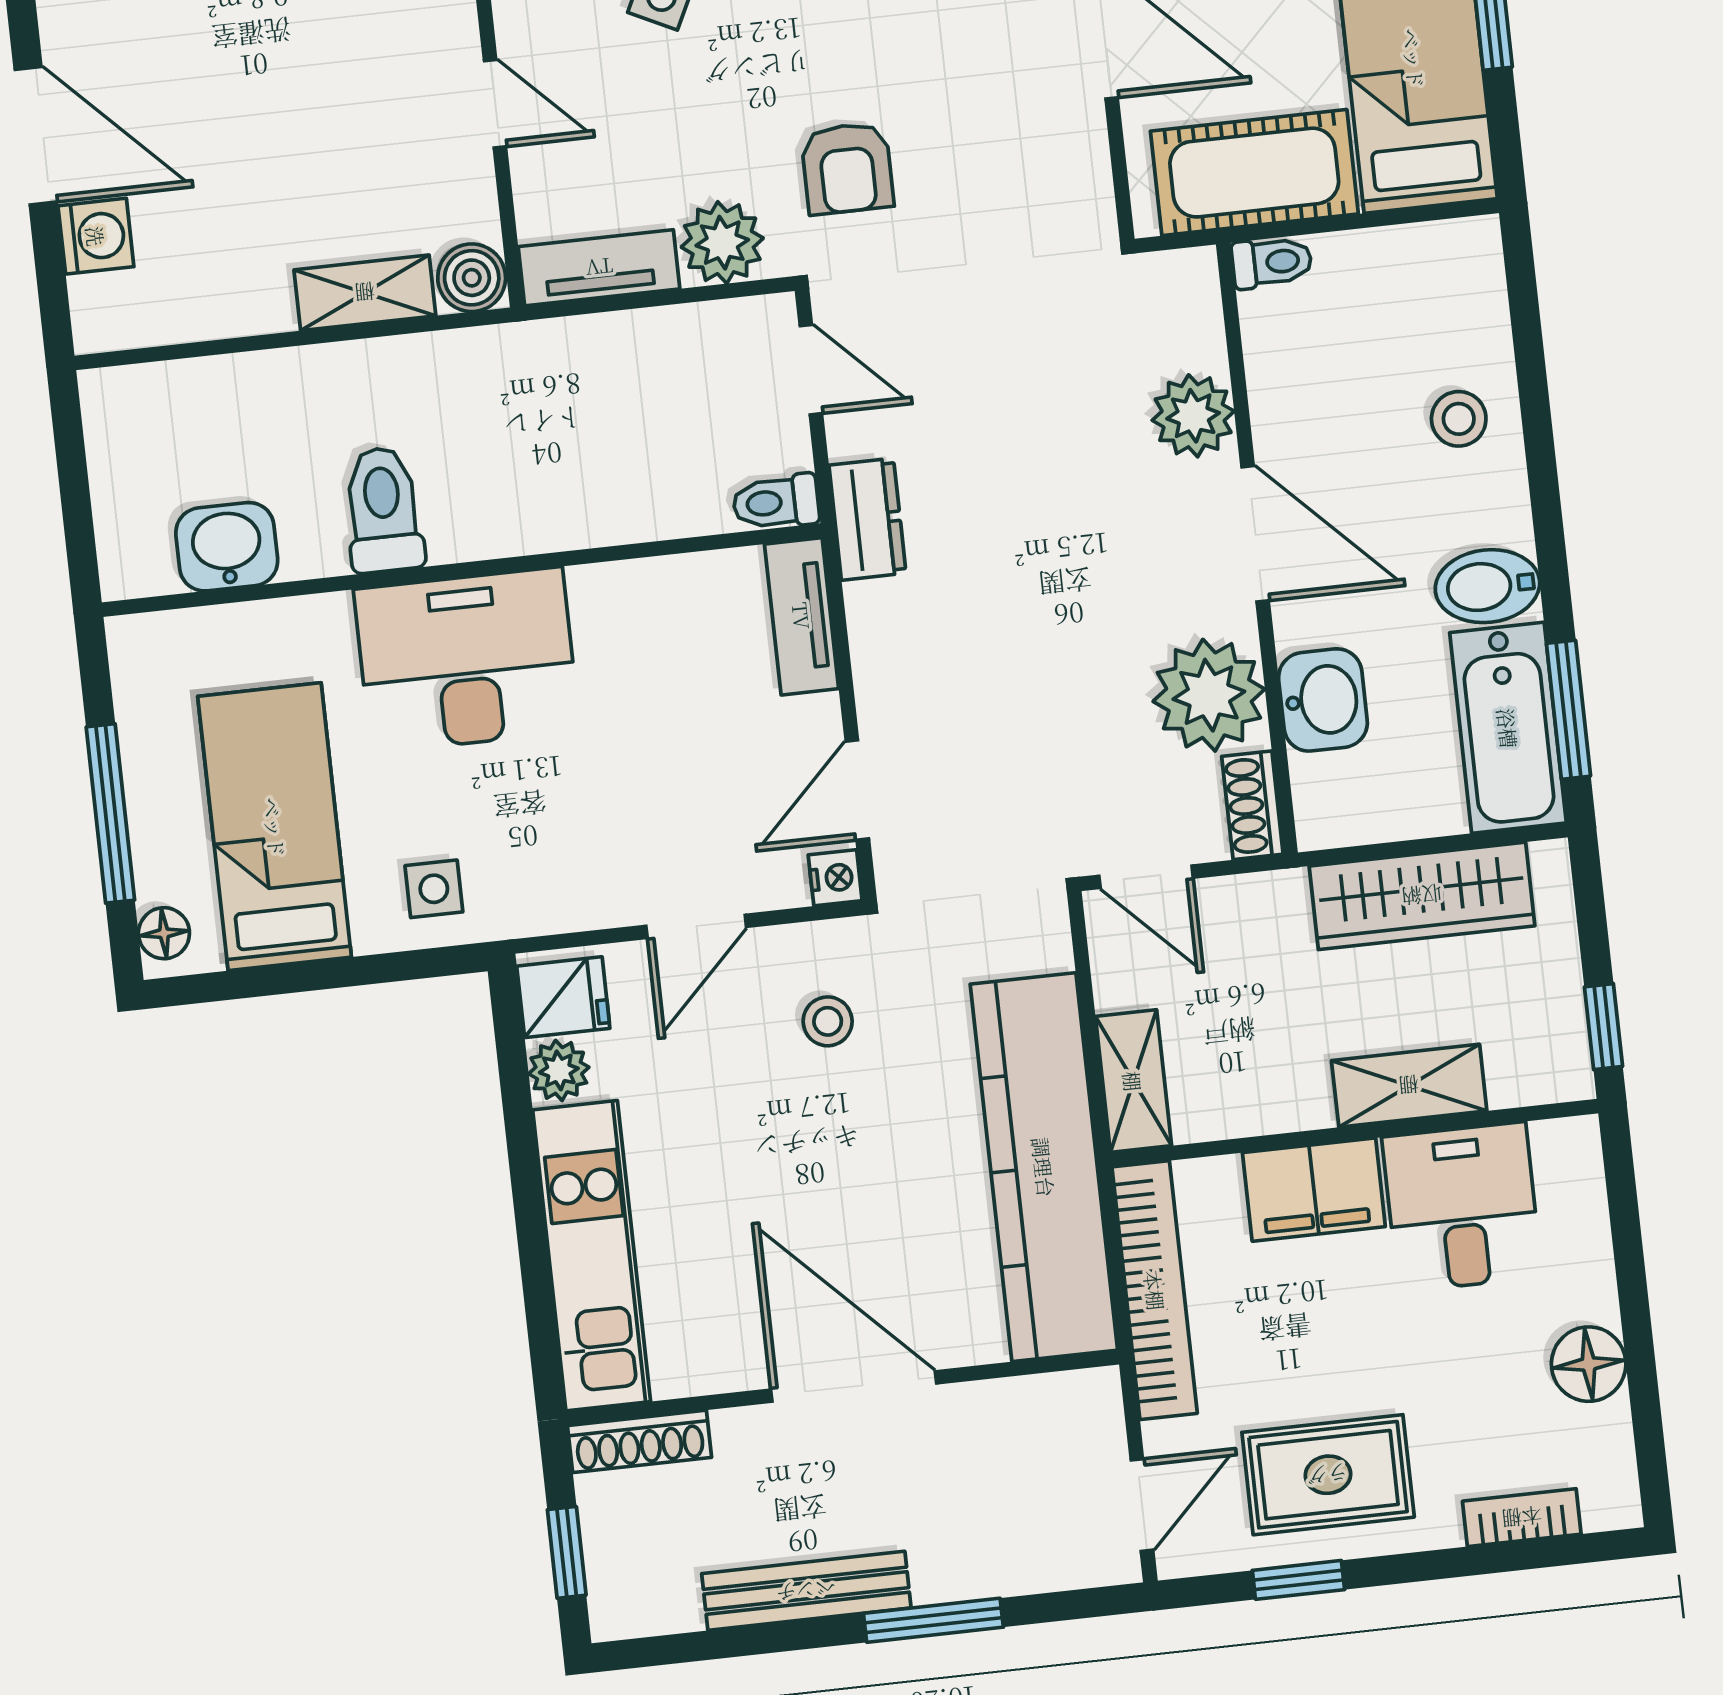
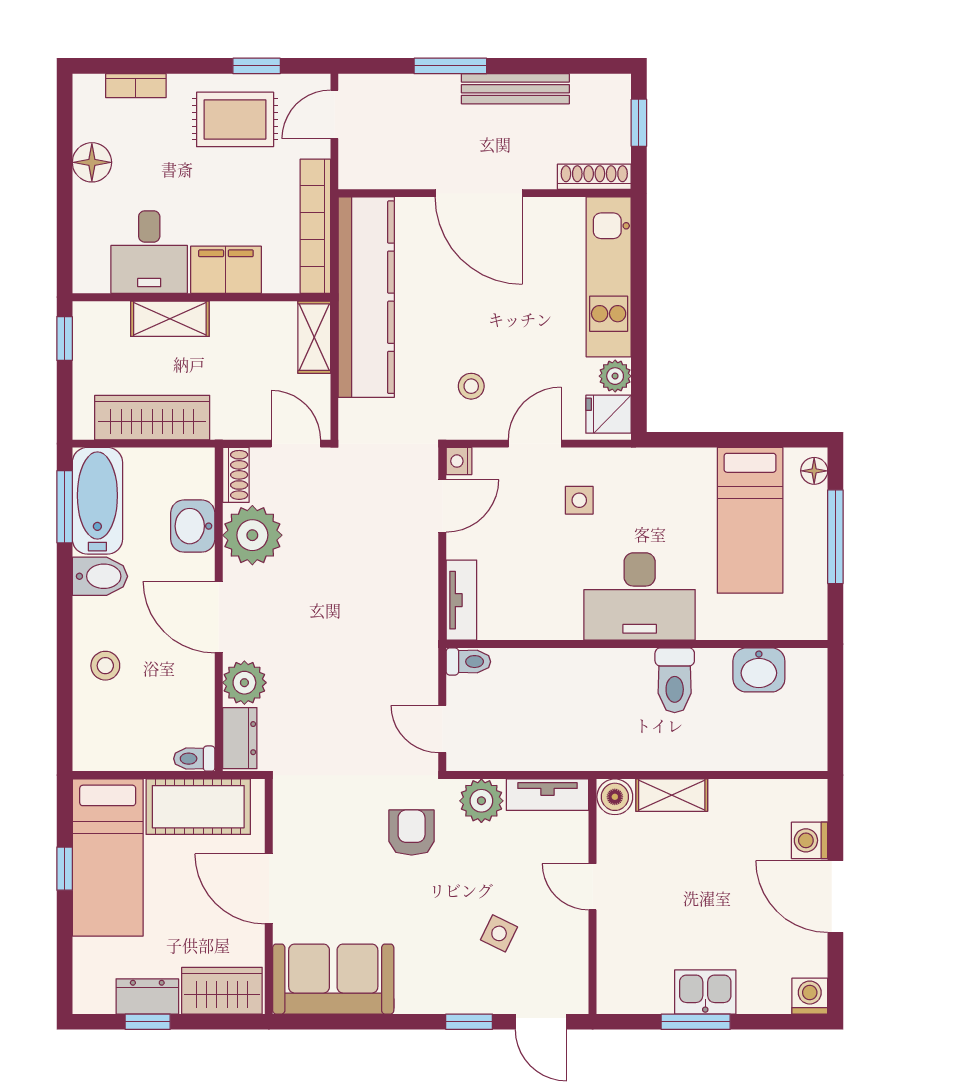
dresser: (867, 519) -> (240, 738), moved, turned 180
side table: (434, 889) -> (579, 500), moved

